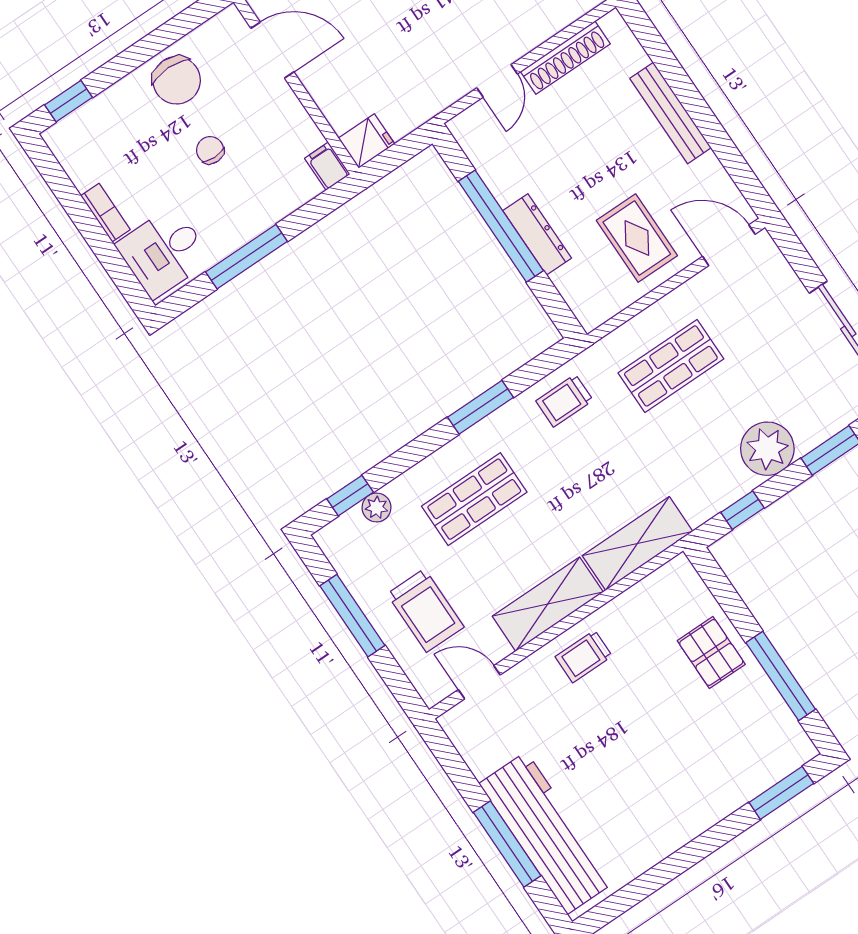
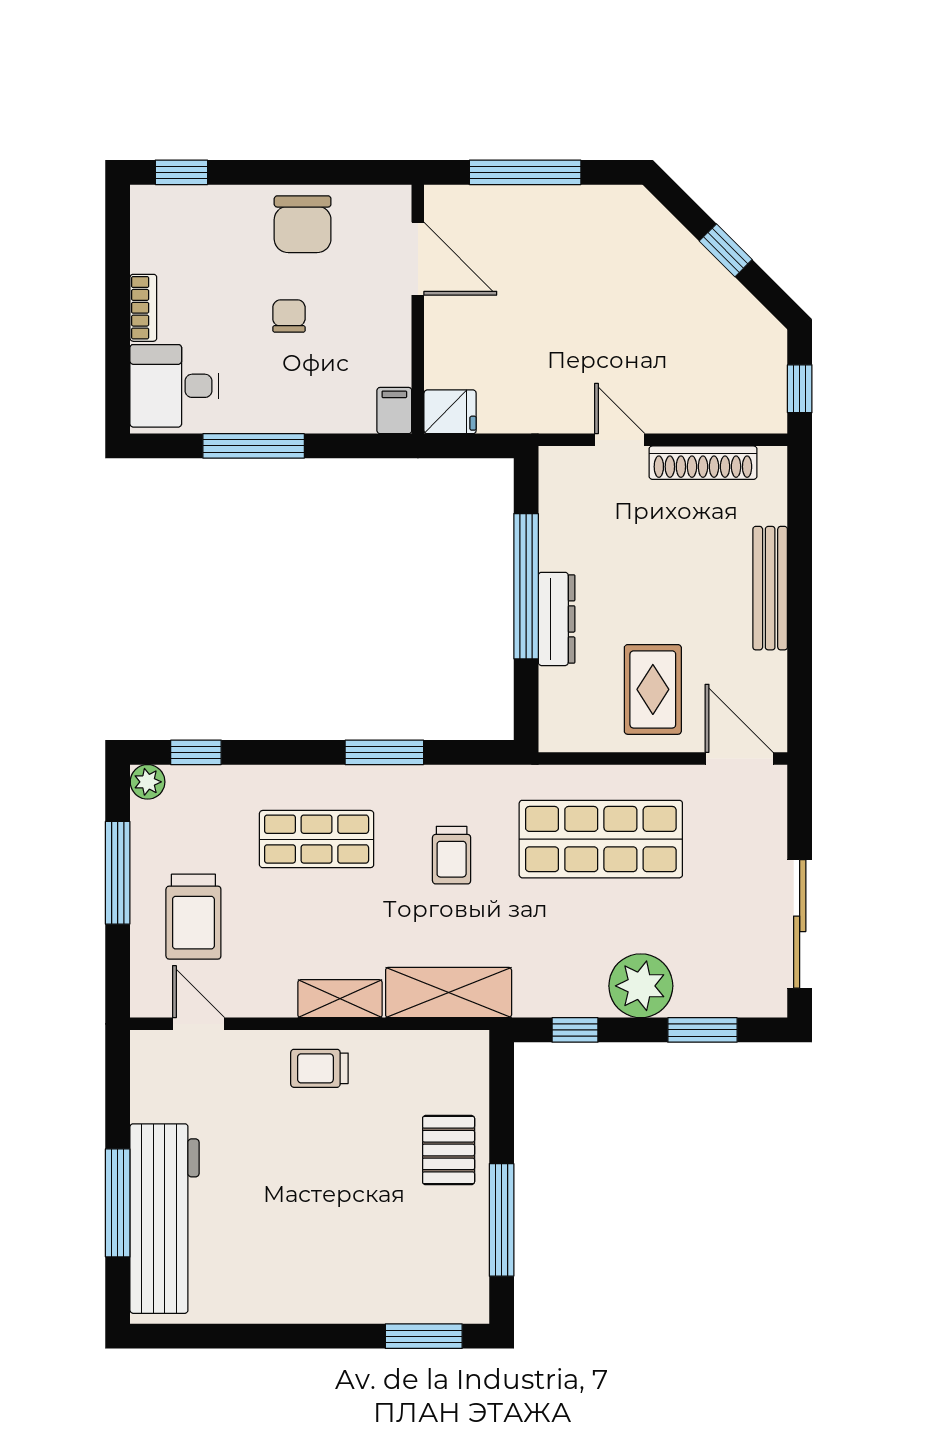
door: (497, 81) -> (620, 440), swing flipped
shop shelf: (671, 366) -> (601, 839), width x1.43, depth x1.36
trolley: (564, 401) -> (452, 855), moved, turned -90
plant: (377, 507) -> (148, 782), moved
shelving: (548, 604) -> (340, 999), width x0.67, depth x0.75

